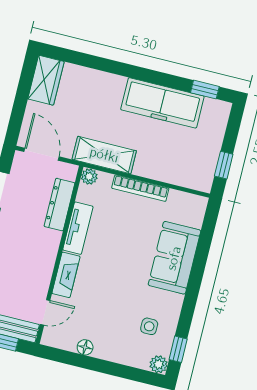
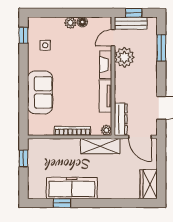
window: (205, 90) -> (62, 203), moved
dresser: (59, 205) -> (121, 119), moved
plant: (35, 279) -> (124, 57), added
plant: (159, 364) -> (70, 23), moved

